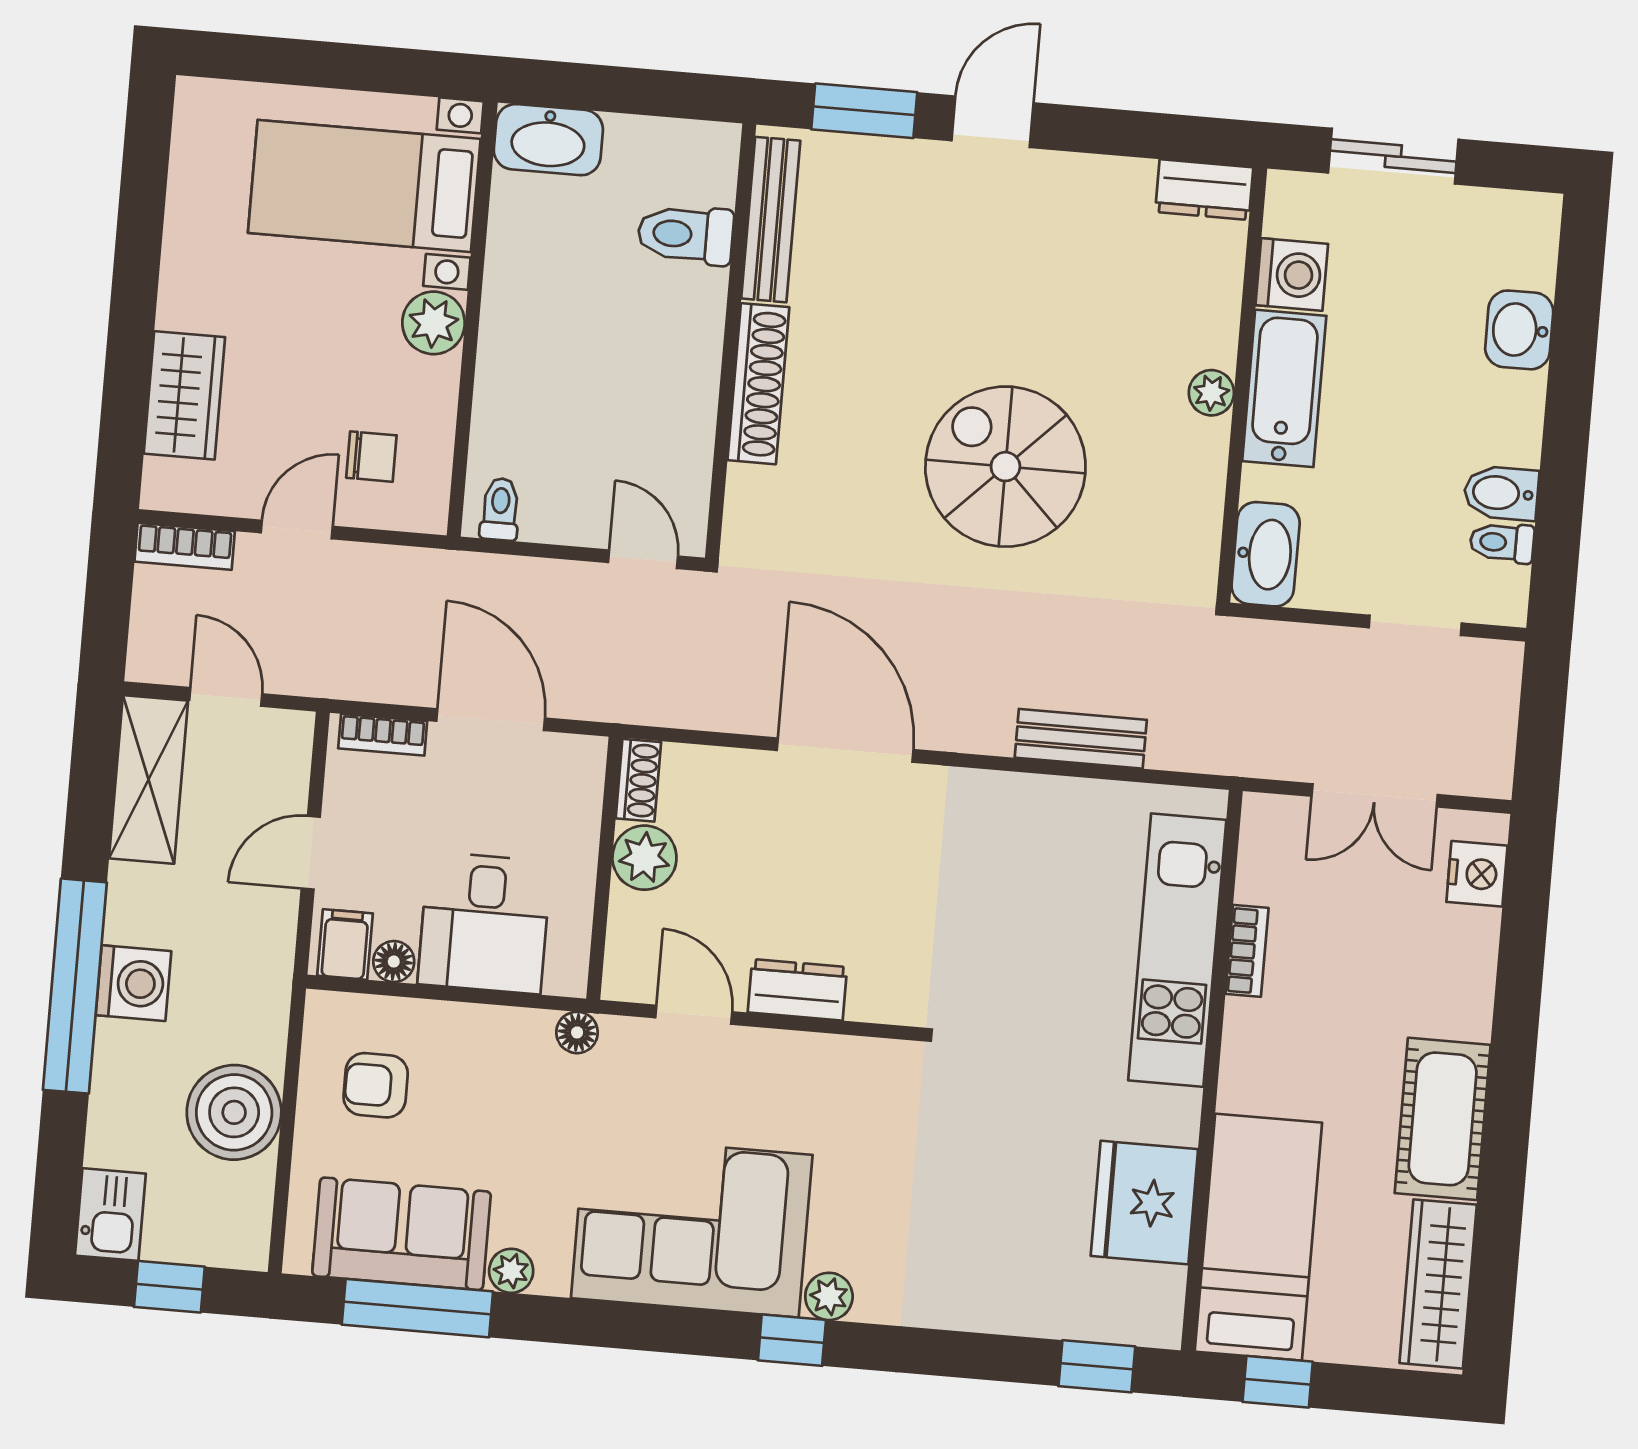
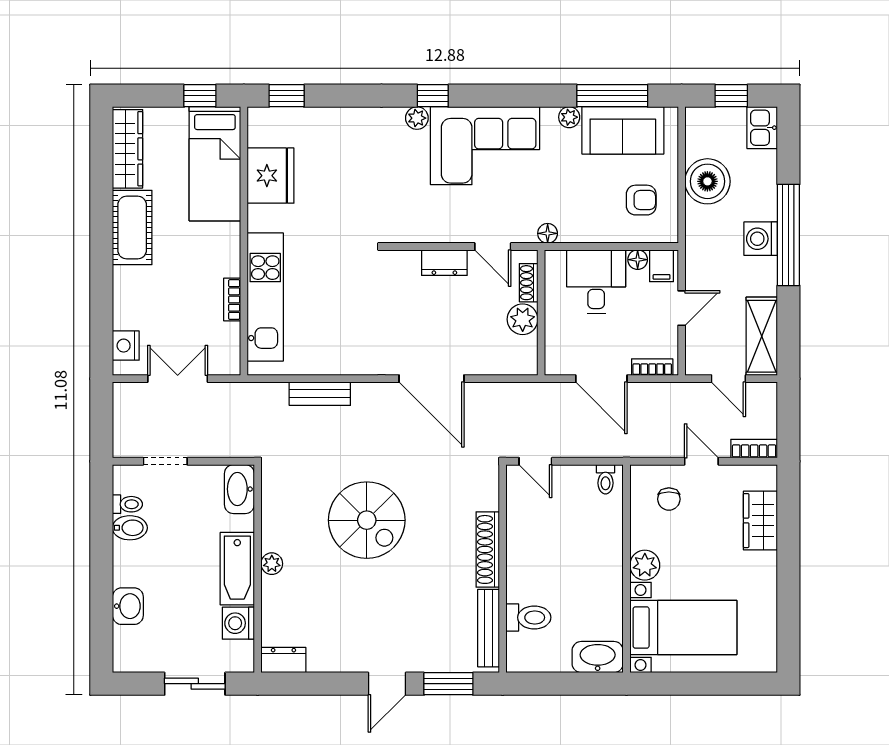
chair: (371, 457) -> (669, 499), turned -90
door: (297, 530) -> (701, 461), swing flipped
shoe rack: (638, 780) -> (529, 283), moved

